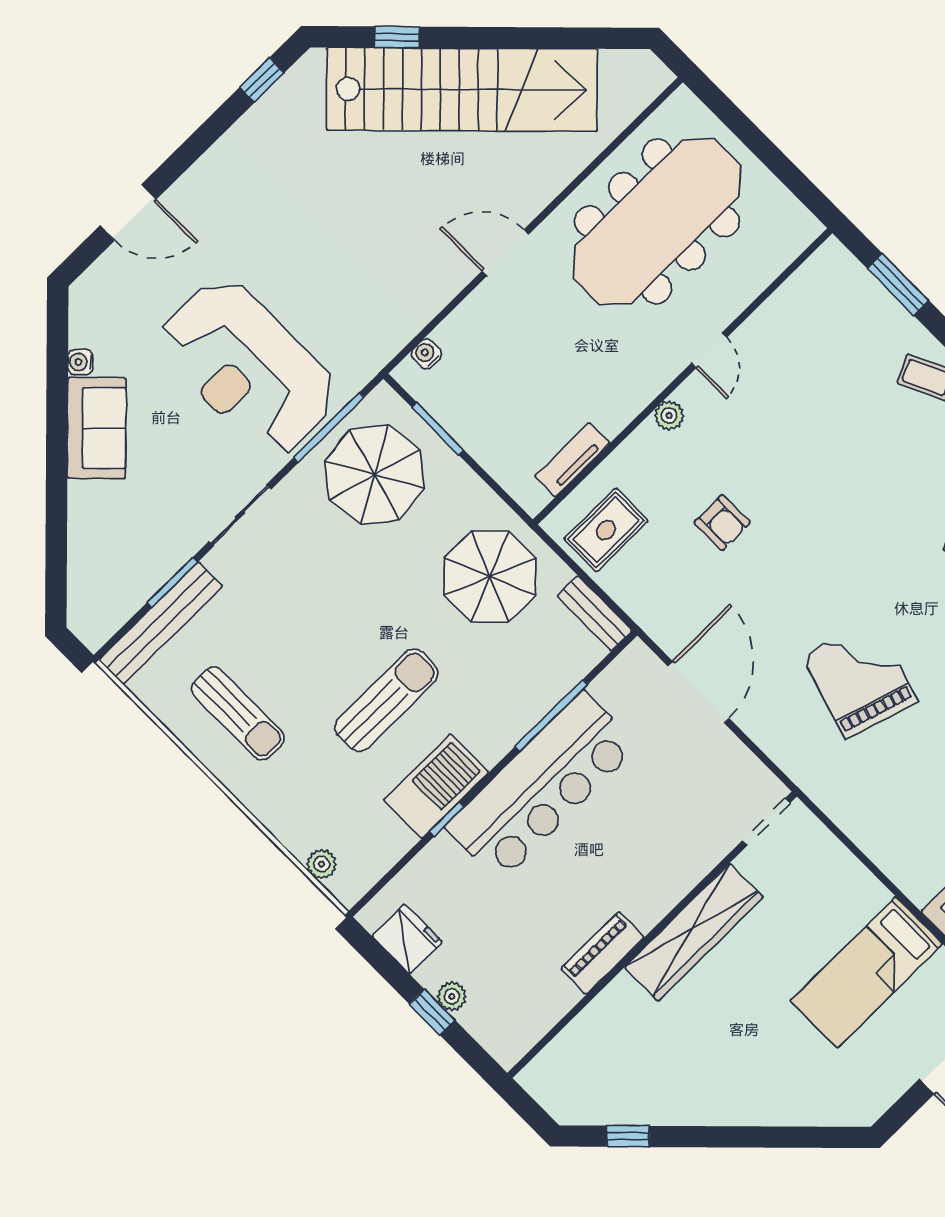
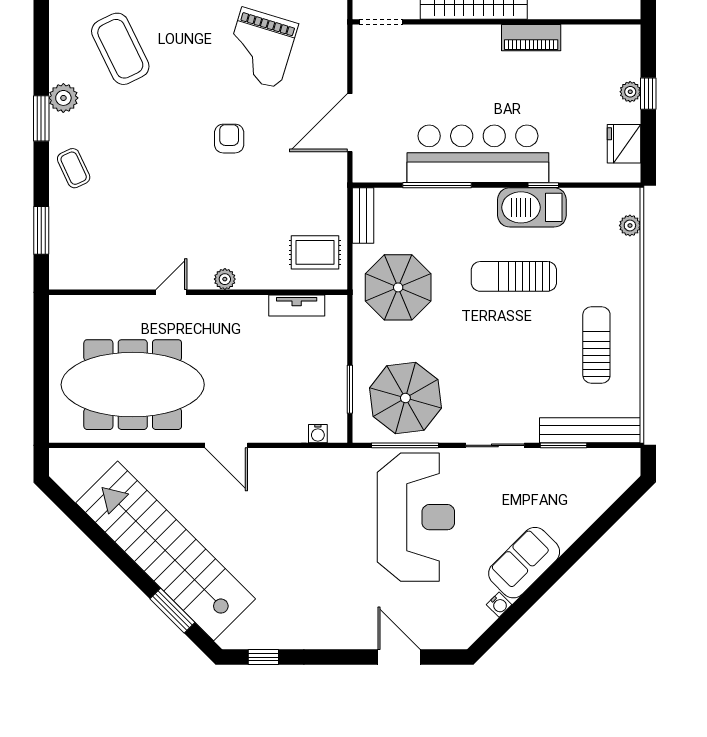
window: (397, 37) -> (172, 611), width x1.50
armchair: (722, 523) -> (229, 139), moved

